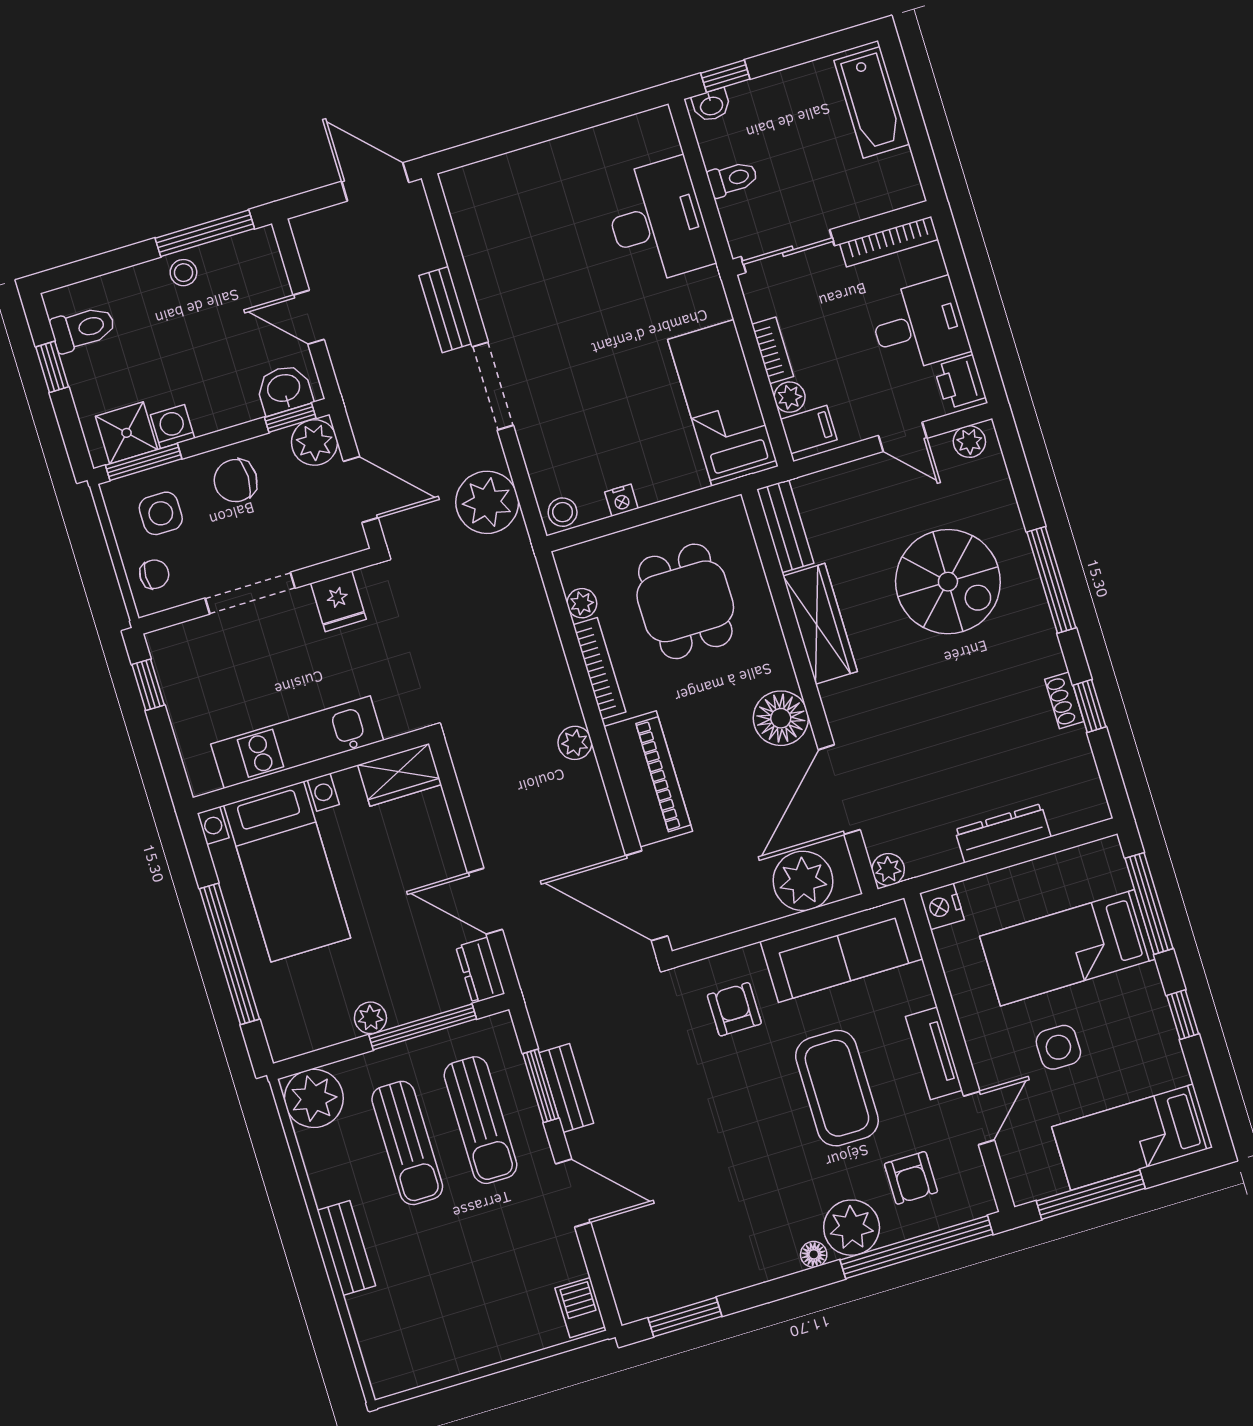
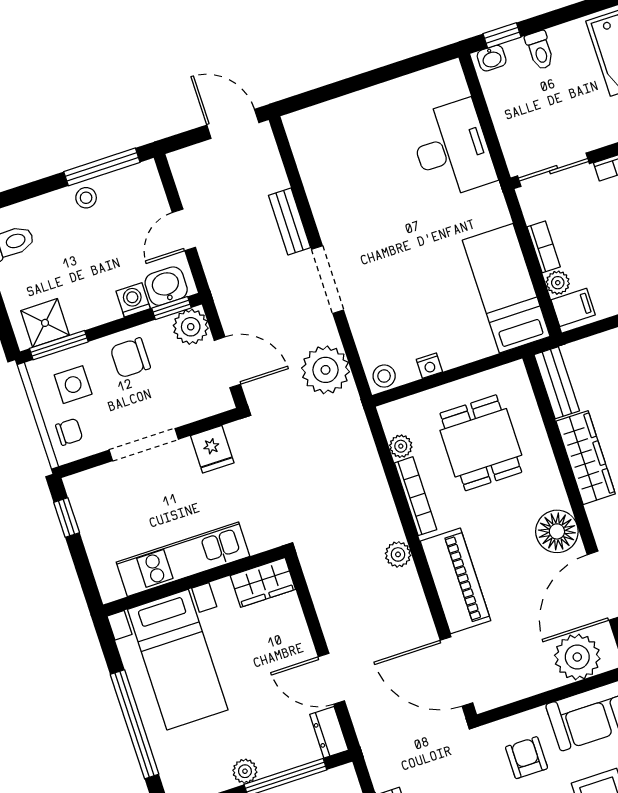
toilet: (733, 179) -> (540, 50), moved, turned 90
door: (309, 317) -> (184, 230), hinge flipped
washing machine: (173, 427) -> (133, 300), moved

